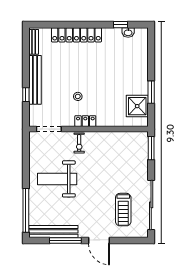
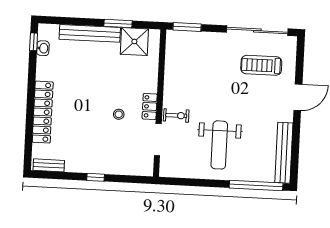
window: (121, 25) -> (34, 42), moved
bench: (35, 80) -> (90, 33), moved
window: (26, 95) -> (96, 177), moved
doorway: (49, 129) -> (158, 140), moved
treadmill: (123, 210) -> (261, 65), turned 180
window: (65, 241) -> (296, 139), removed

